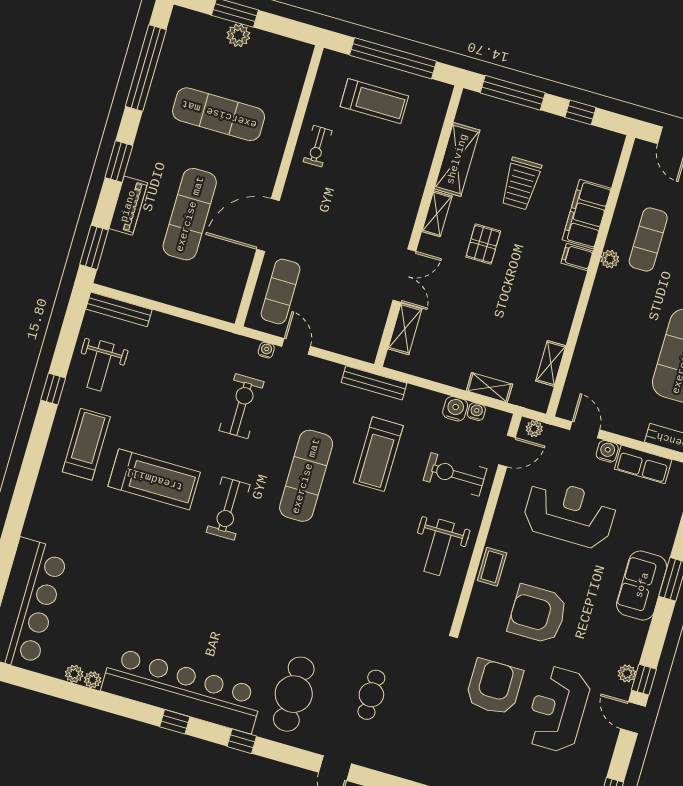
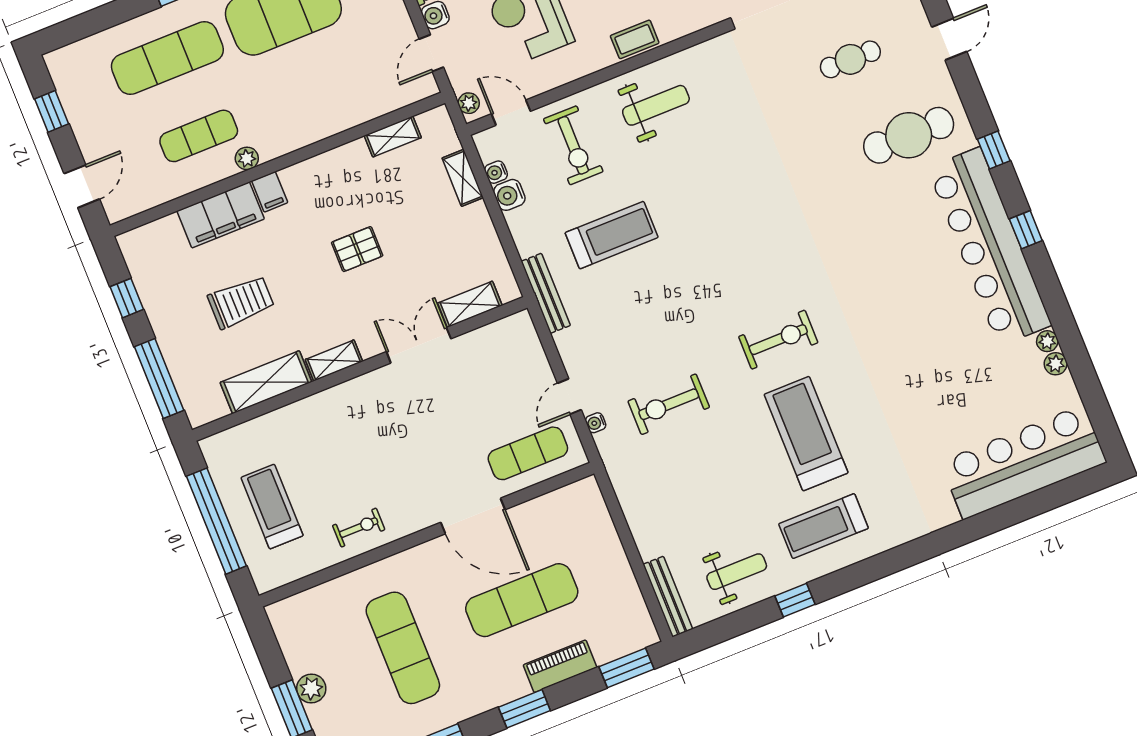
pallet: (483, 244) -> (357, 249), moved
exercise mat: (306, 476) -> (687, 289), removed

